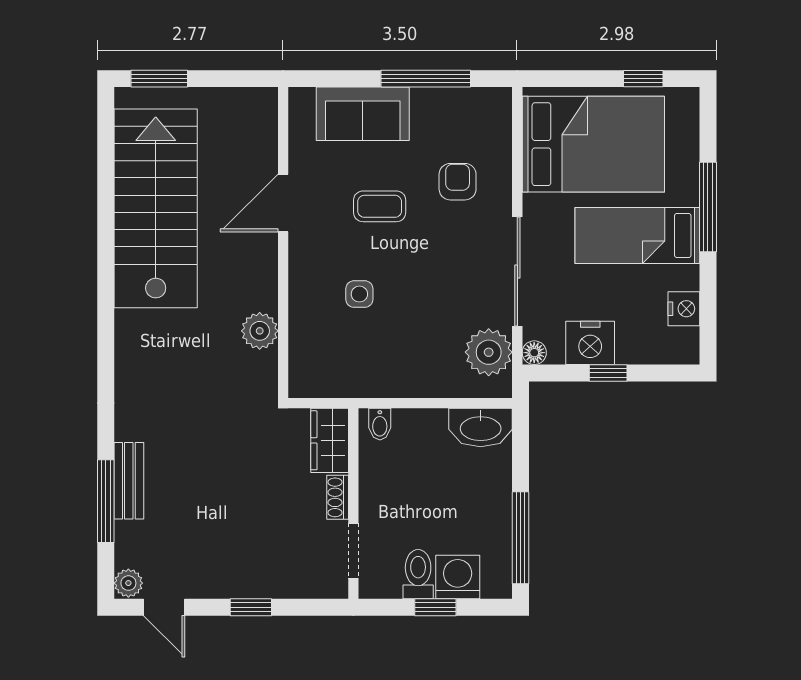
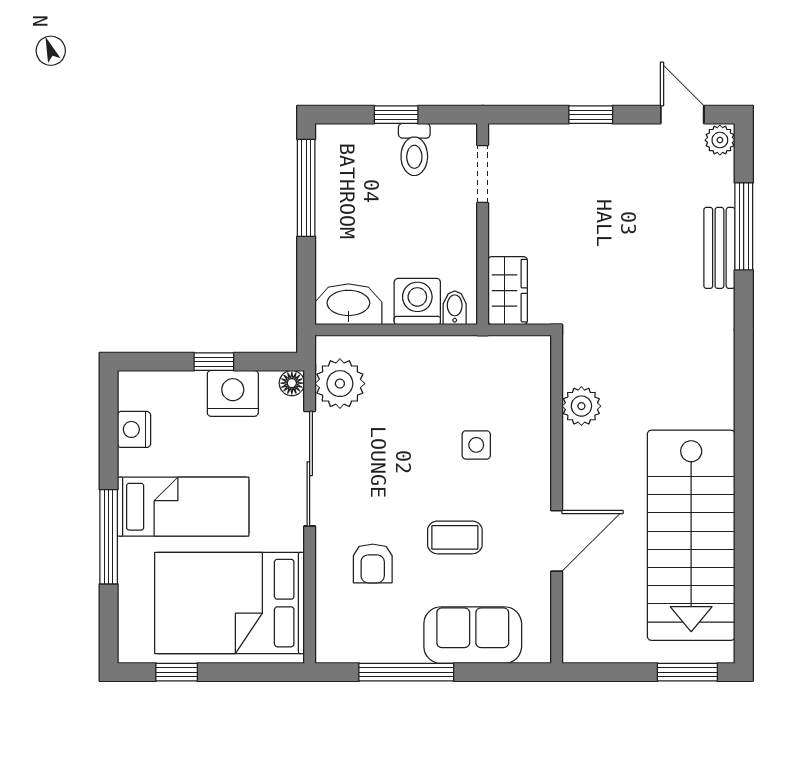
shoe rack: (338, 497) -> (499, 230), removed
washing machine: (458, 577) -> (417, 301), moved, turned 180

